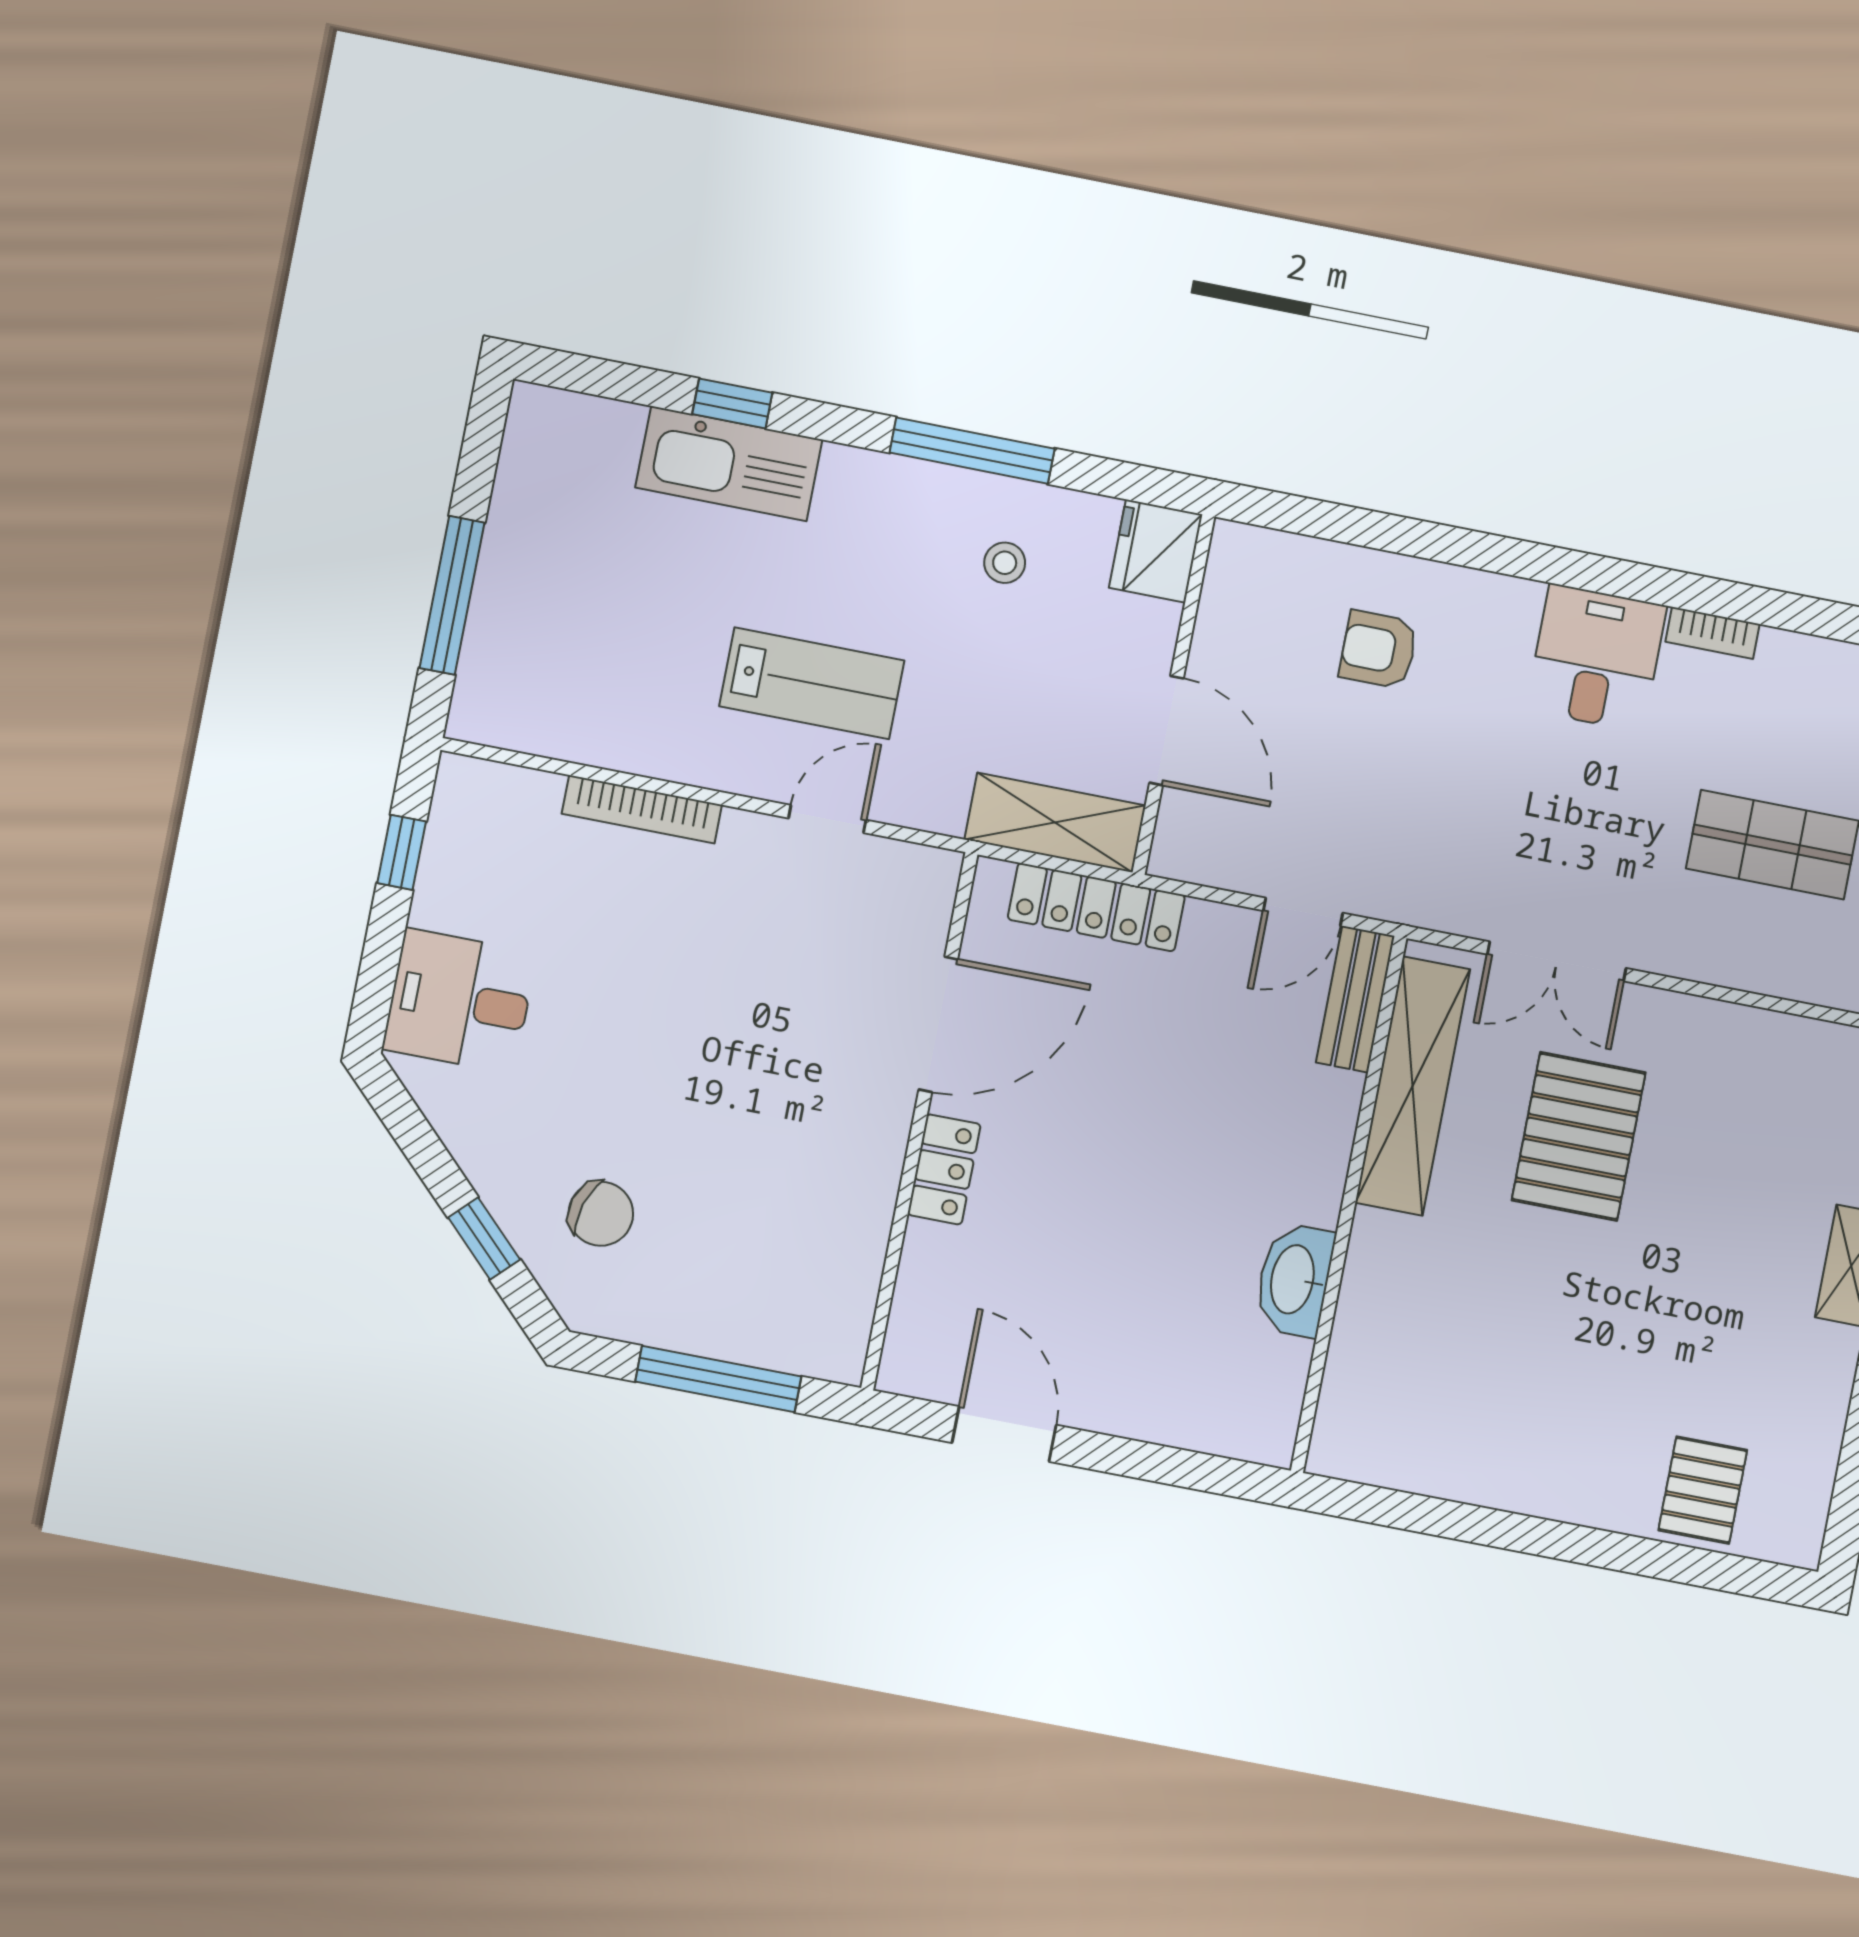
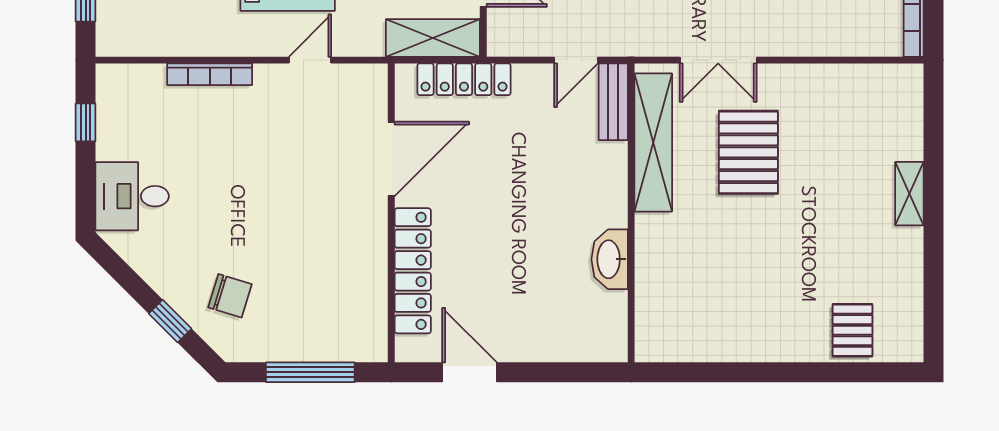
locker: (944, 1169) -> (413, 271), width x2.16, depth x1.21

